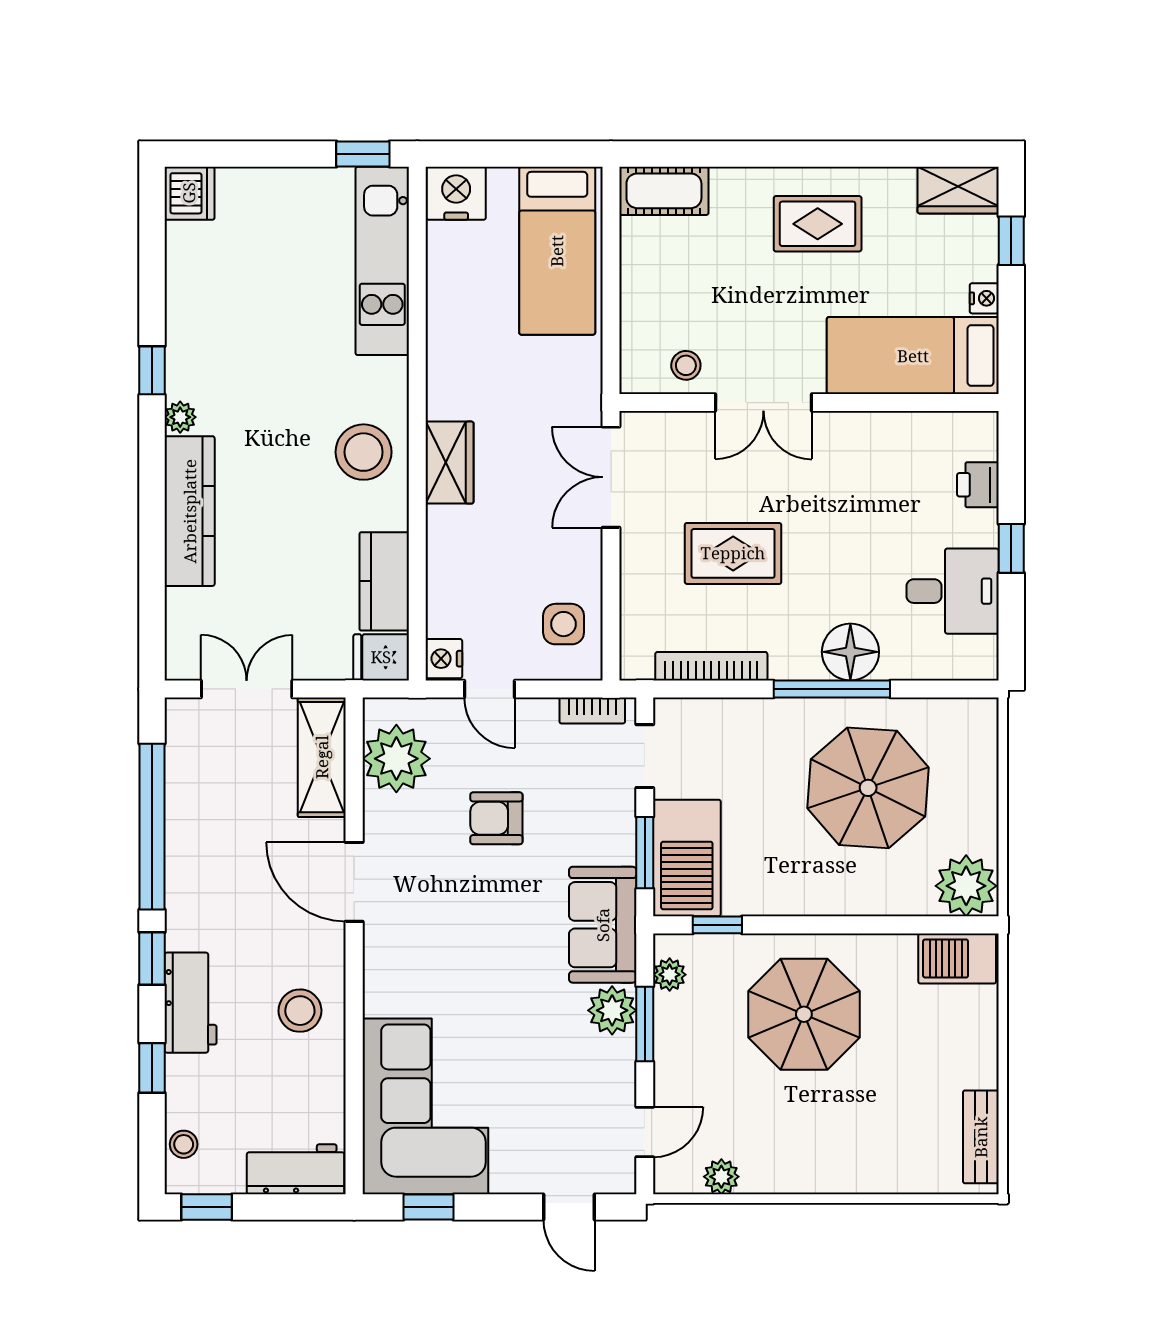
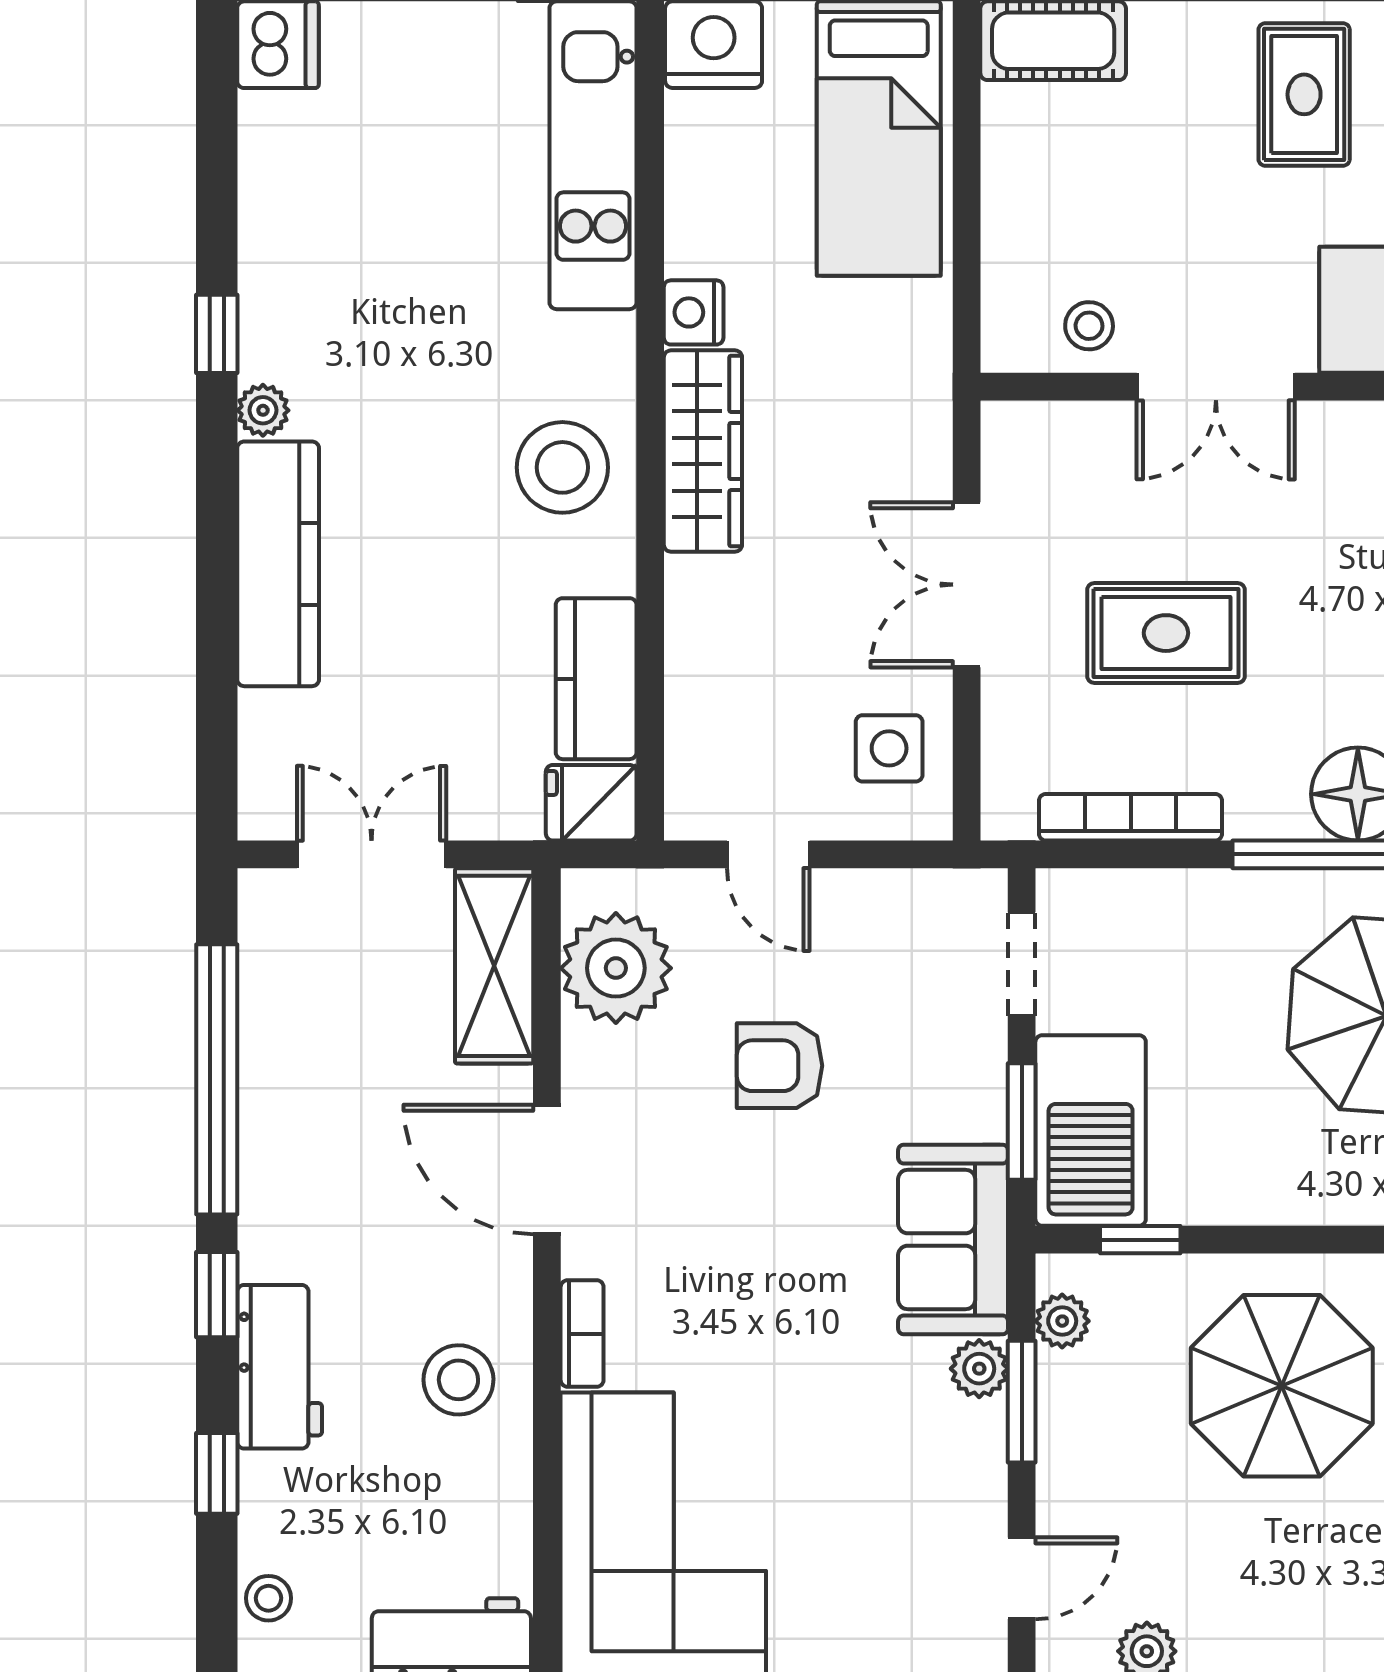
rug: (818, 224) -> (1304, 94), turned 90
wardrobe: (450, 463) -> (703, 451), width x1.50
double door: (611, 477) -> (967, 585), moved
nightstand: (444, 659) -> (694, 312), moved
bookcase: (592, 710) -> (582, 1334), moved, turned -90
plant: (612, 1010) -> (979, 1369), width x0.73, depth x0.73

